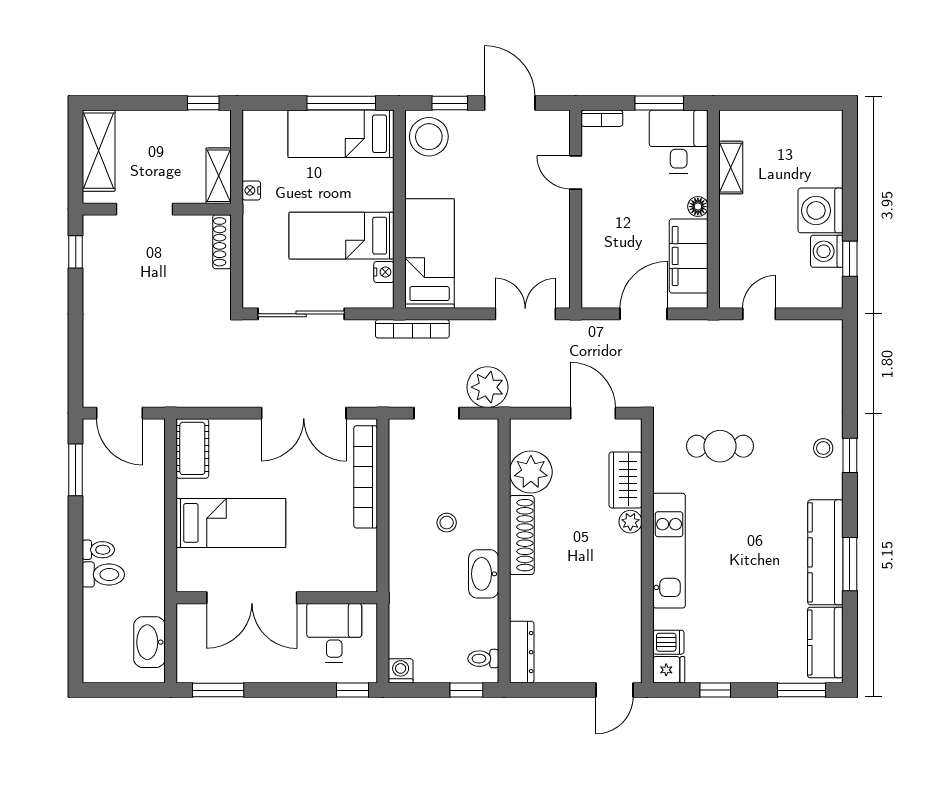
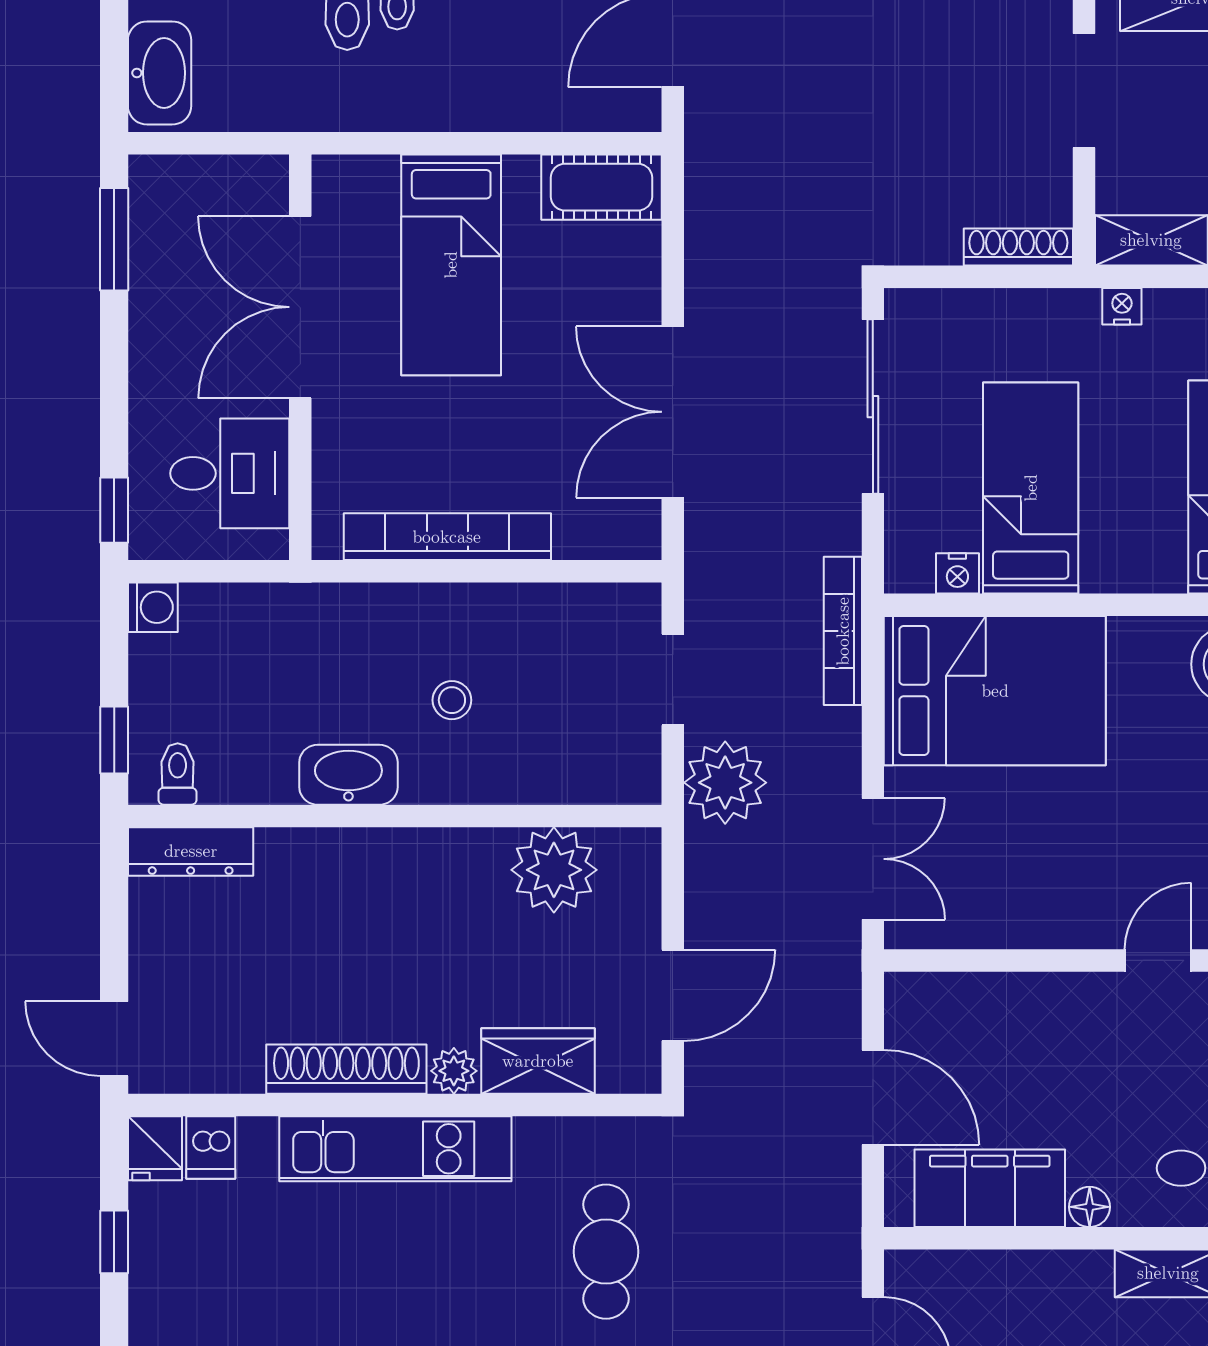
bed: (430, 253) -> (995, 691), width x1.50
bookcase: (366, 477) -> (447, 537), moved
shoe rack: (522, 535) -> (346, 1069), moved, turned 180
washbasin: (149, 642) -> (160, 73), moved, turned 90

